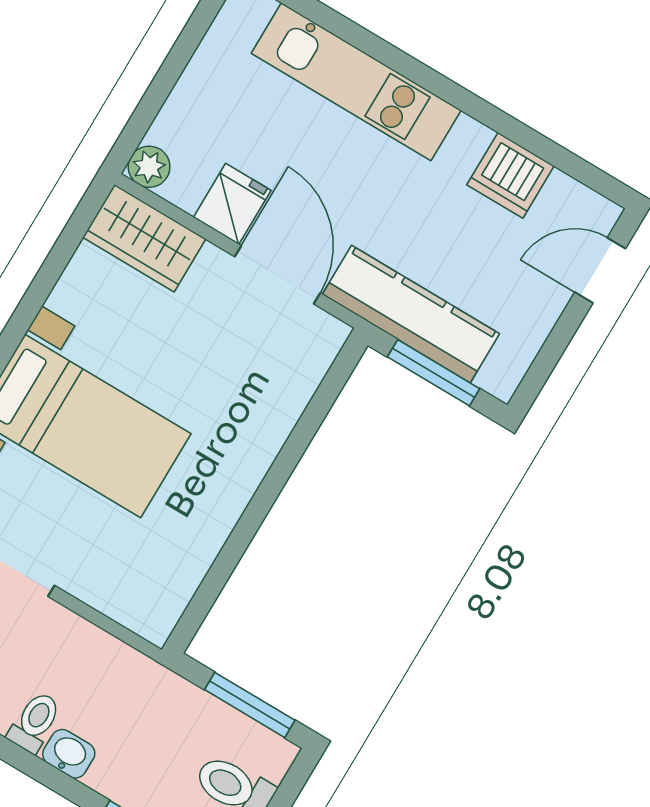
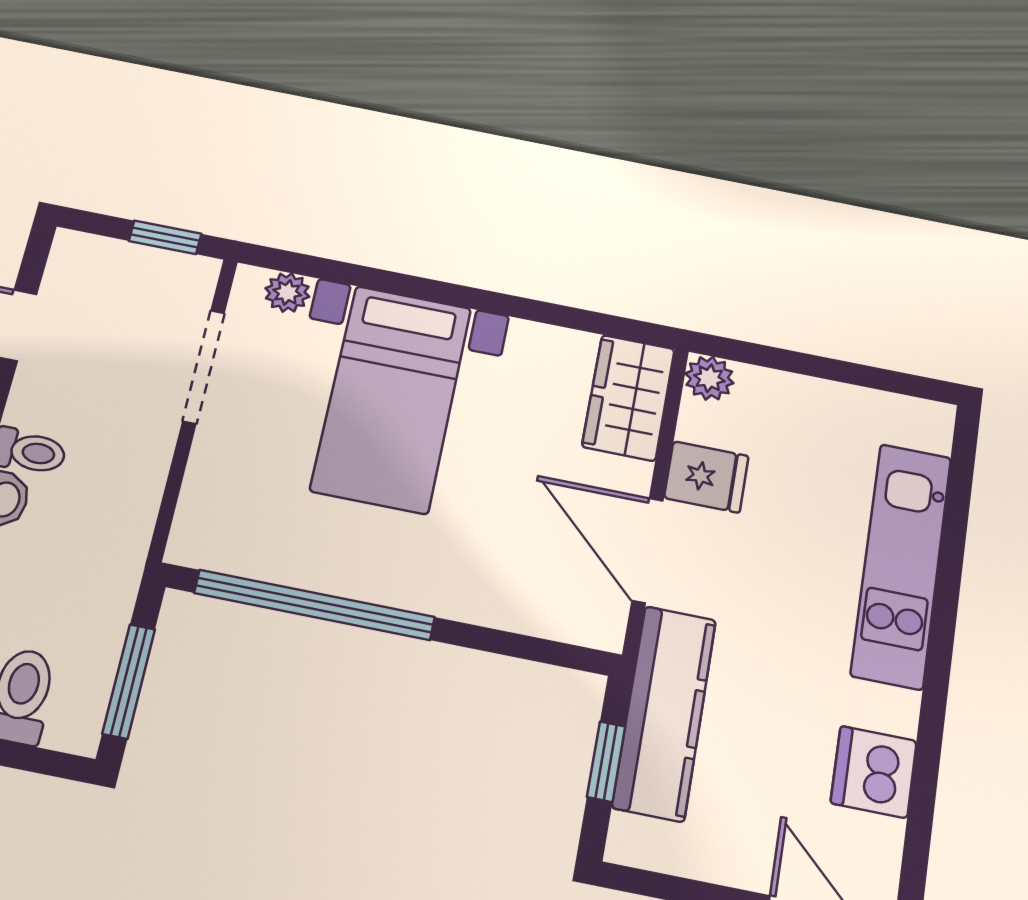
door: (277, 275) -> (647, 550), swing flipped
window: (434, 373) -> (606, 762), width x0.67
window: (236, 546) -> (314, 605), added

